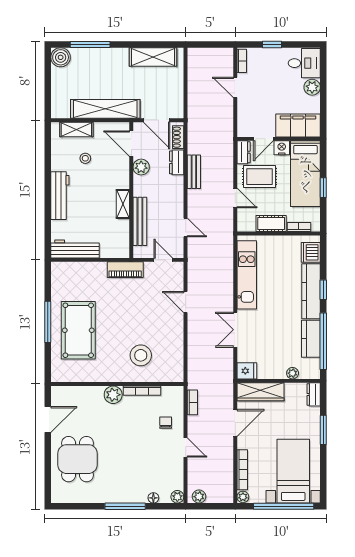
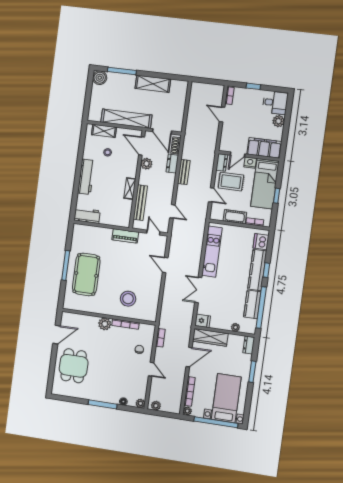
shelving: (153, 57) -> (153, 84), moved
workbench: (75, 249) -> (87, 216), width x0.73

